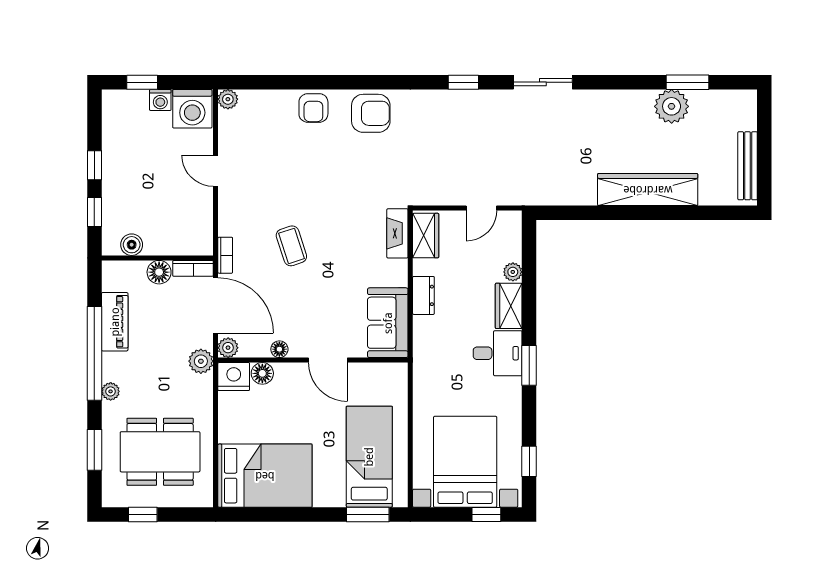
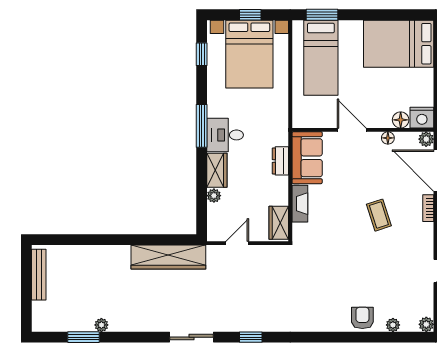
plant: (273, 98) -> (393, 325), added
plant: (672, 106) -> (101, 325), width x0.53, depth x0.53
armchair: (371, 113) -> (320, 314), removed
wardrobe: (648, 190) -> (168, 257), moved
fireplace: (397, 233) -> (300, 204), moved
dresser: (423, 295) -> (280, 161), moved
window: (529, 365) -> (202, 126), width x1.44
window: (486, 514) -> (250, 15), moved

